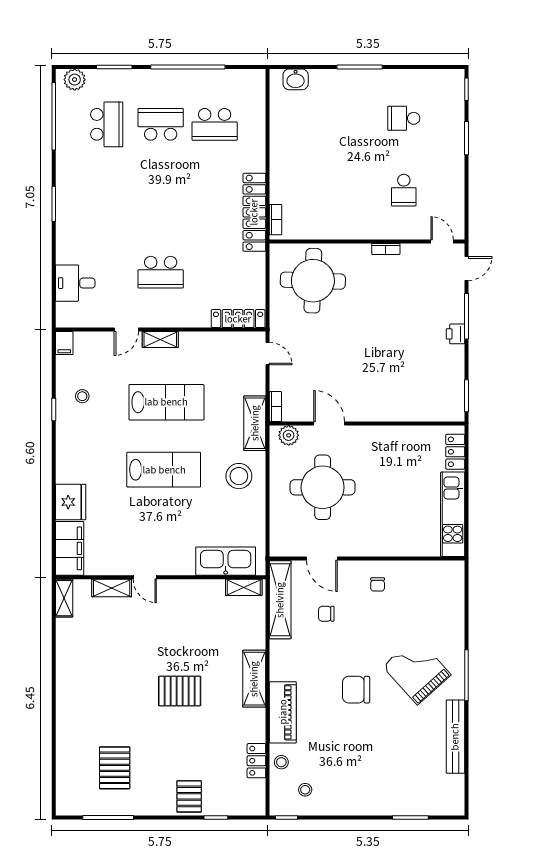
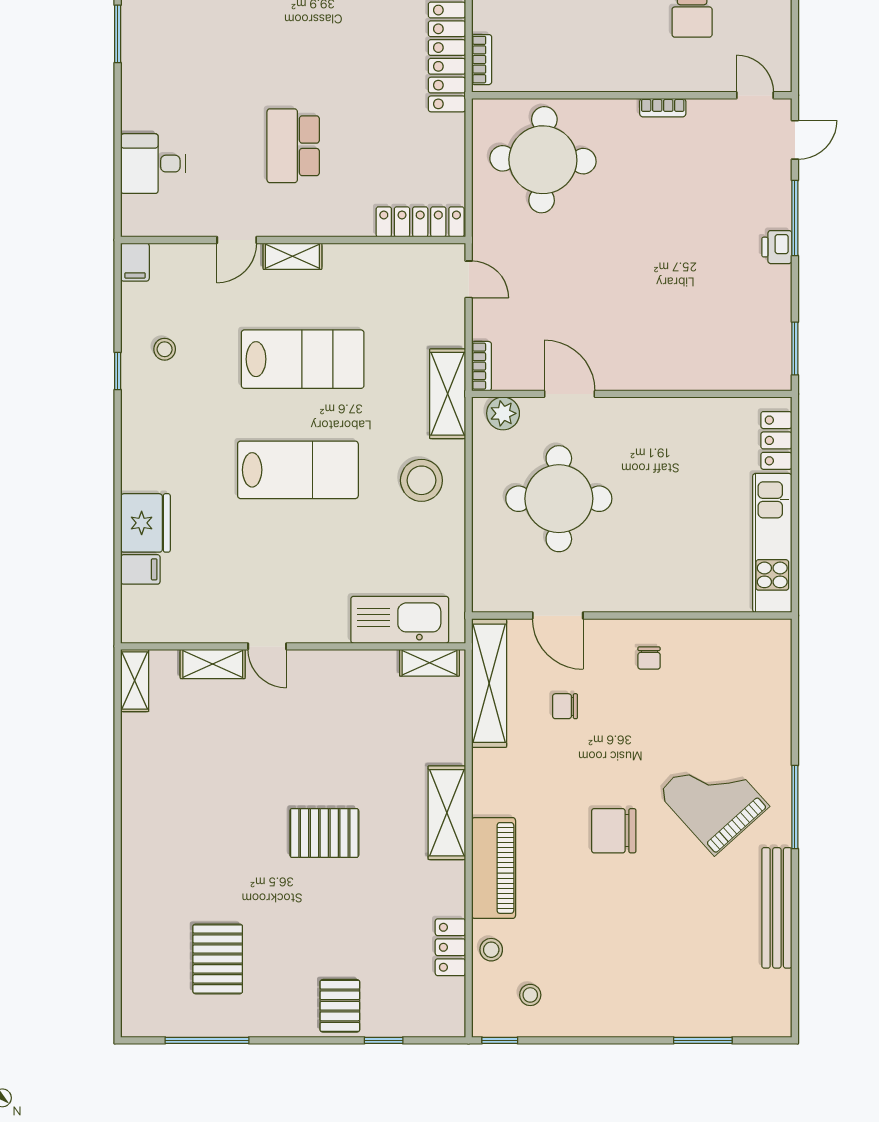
school desk: (161, 272) -> (293, 146), turned 90
filing cabinet: (70, 548) -> (140, 569), width x0.33, depth x0.86

